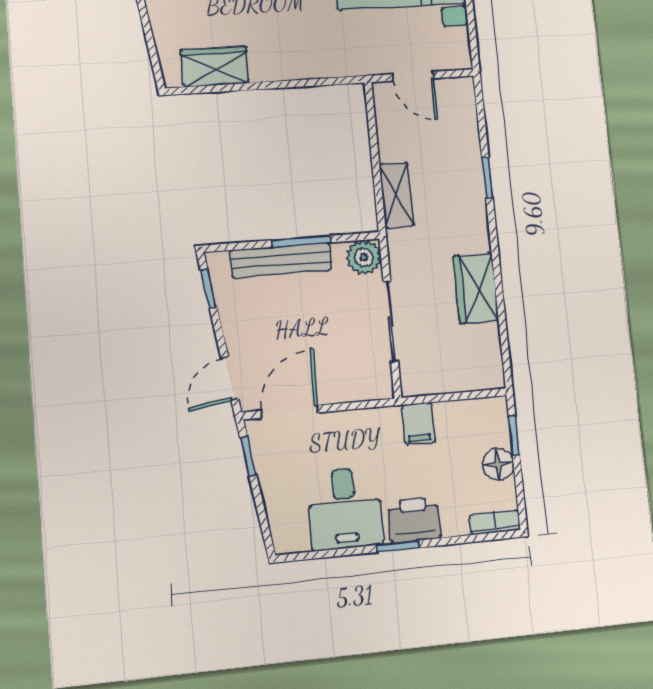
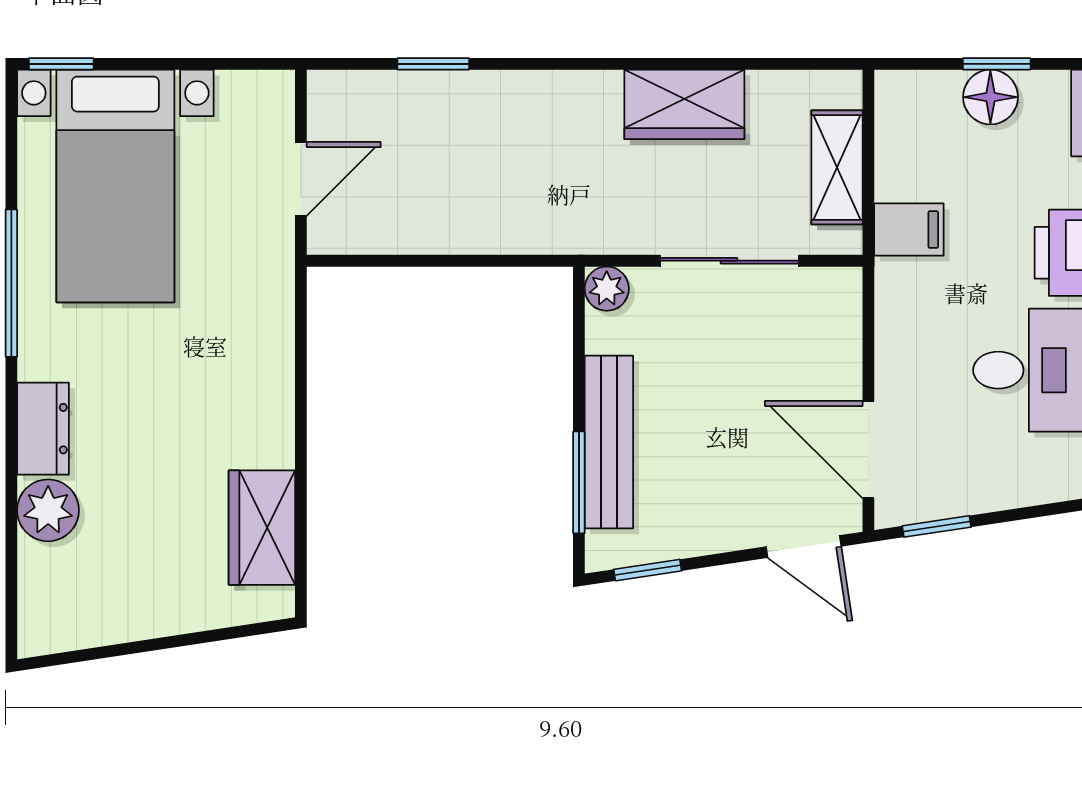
window: (487, 178) -> (433, 64), moved
shelving: (396, 195) -> (837, 167), moved, turned 90
window: (301, 241) -> (579, 482), moved
plant: (364, 257) -> (607, 289), width x0.73, depth x0.73
window: (514, 436) -> (997, 64), moved

